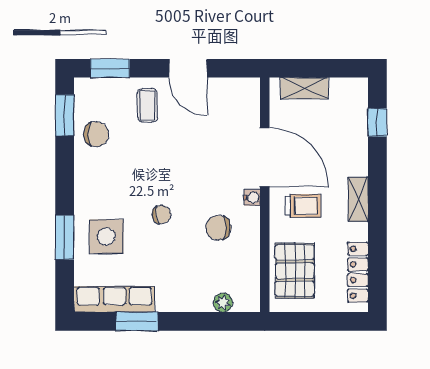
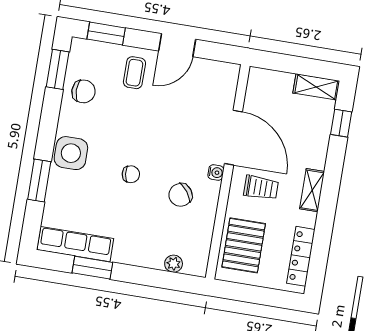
door: (188, 68) -> (177, 45), hinge flipped
shelving: (304, 88) -> (316, 87), moved
chair: (218, 228) -> (180, 195), turned -37
side table: (106, 237) -> (71, 153), moved

